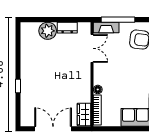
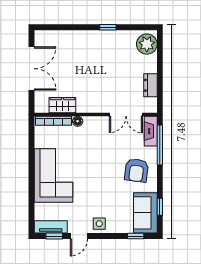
plant: (48, 31) -> (147, 44), moved
window: (18, 86) -> (108, 27), moved
wardrobe: (84, 114) -> (62, 105), moved

